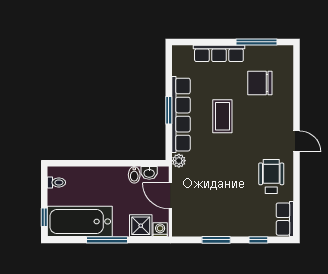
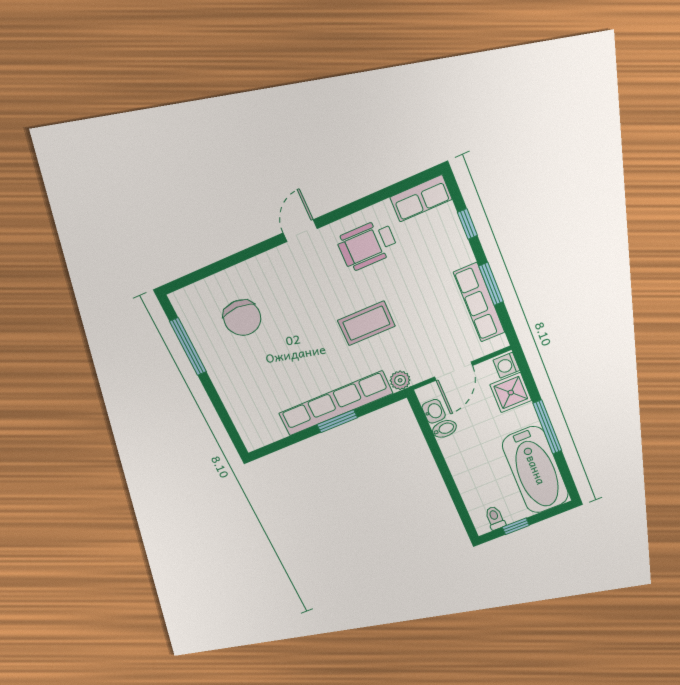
row of seats: (219, 53) -> (479, 302), moved, turned 180
coffee table: (222, 116) -> (366, 323), moved
window: (44, 217) -> (516, 526), moved

